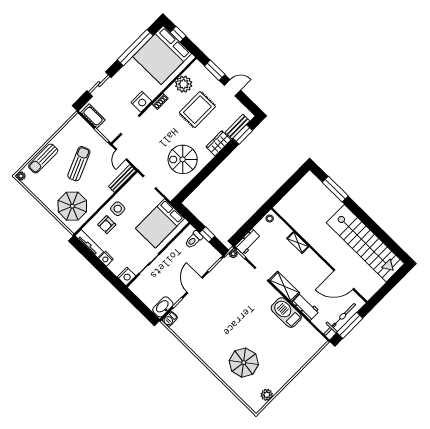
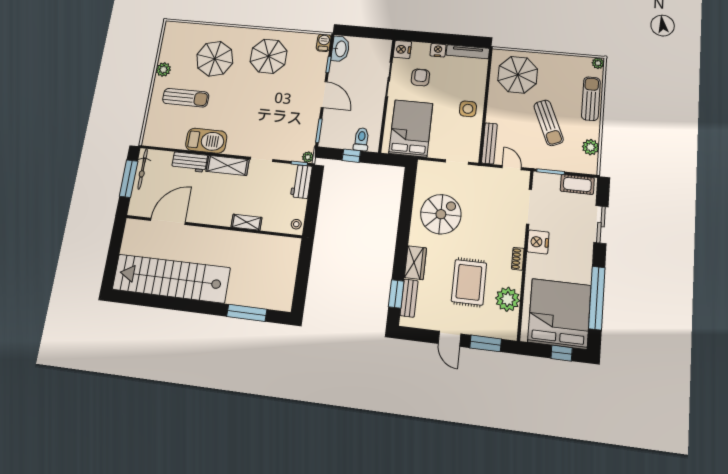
door: (232, 88) -> (449, 339), hinge flipped
plant: (67, 131) -> (591, 147), added
armchair: (107, 225) -> (420, 77), moved
bicycle: (340, 319) -> (143, 169), width x0.73, depth x0.71
parasol: (210, 337) -> (269, 56), added
sun lounger: (279, 351) -> (186, 98), added
plant: (267, 395) -> (163, 70), moved

